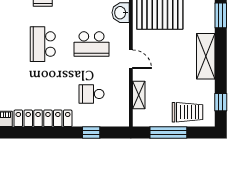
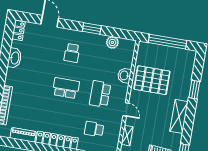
school desk: (43, 44) -> (66, 88), turned 90
school desk: (92, 44) -> (100, 94), turned 90

